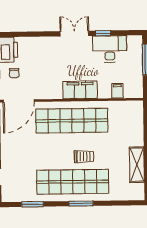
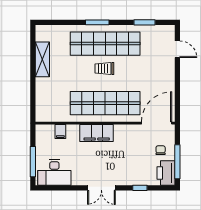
window: (103, 33) -> (140, 188), moved
desk: (110, 49) -> (54, 172), moved
trolley: (84, 157) -> (104, 68), moved

